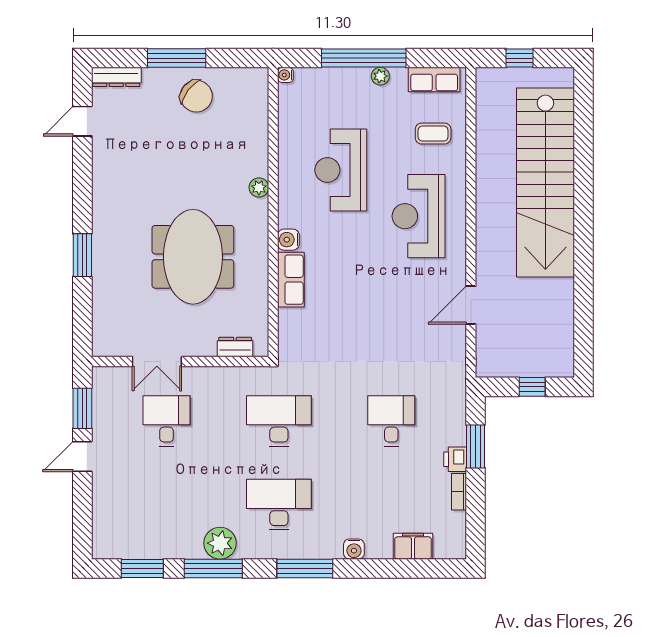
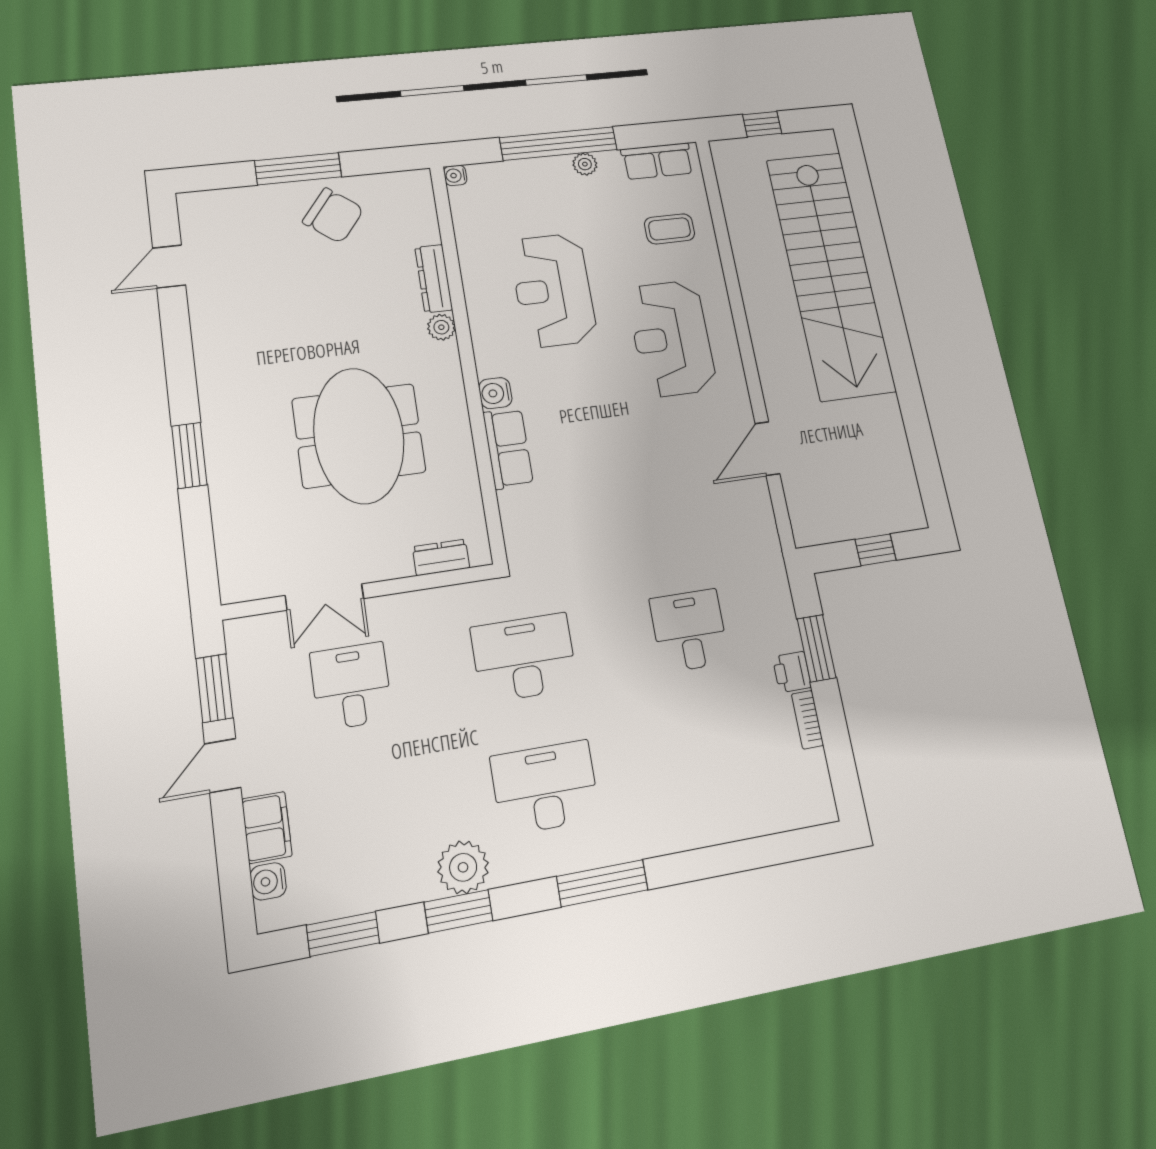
dresser: (116, 77) -> (434, 279), moved, turned 90
filing cabinet: (413, 546) -> (267, 827), moved, turned 90
water cooler: (354, 549) -> (268, 881), moved, turned 90
window: (213, 568) -> (458, 911), width x0.69

